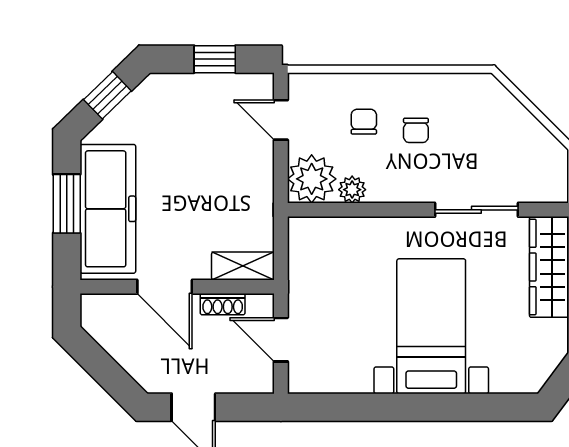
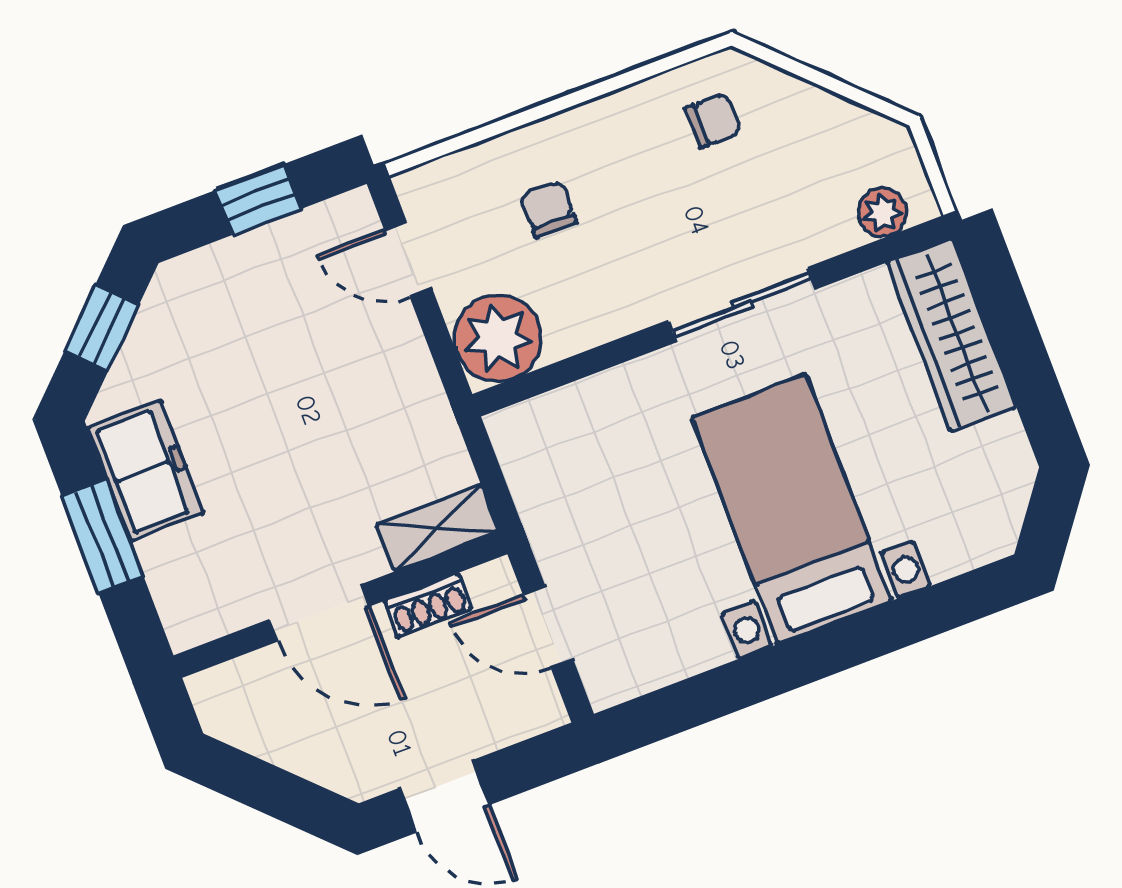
chair: (416, 130) -> (713, 120), moved, turned -90
plant: (352, 190) -> (883, 212), moved
freezer: (108, 209) -> (145, 470), width x0.52, depth x0.79
sliding door: (476, 210) -> (742, 305), moved

